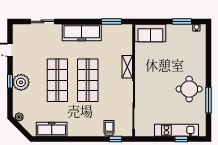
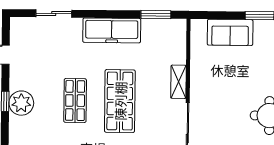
sofa: (150, 33) -> (230, 32), moved
shop shelf: (57, 80) -> (75, 101), width x0.70, depth x0.74

